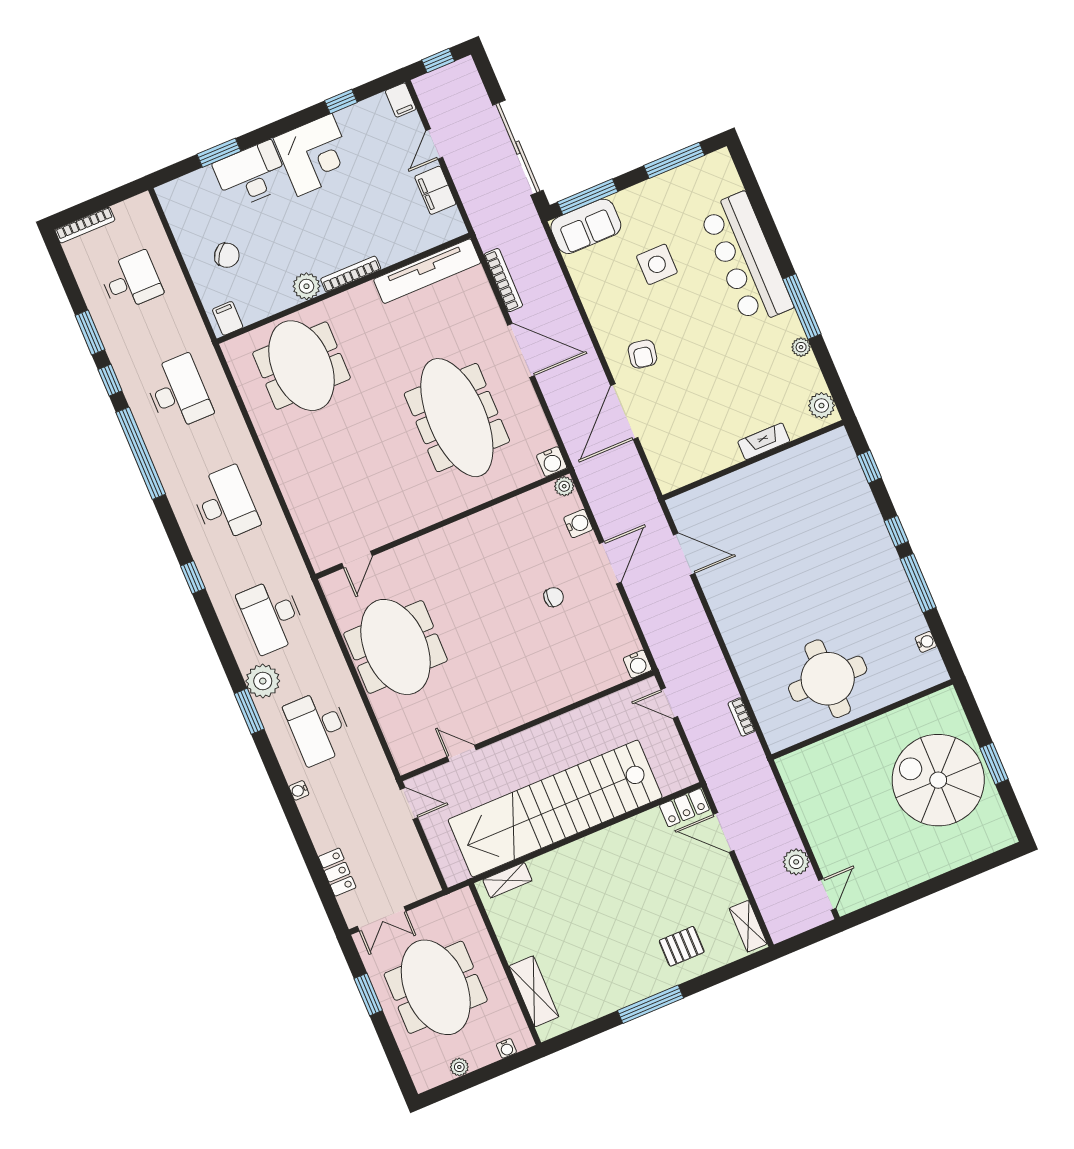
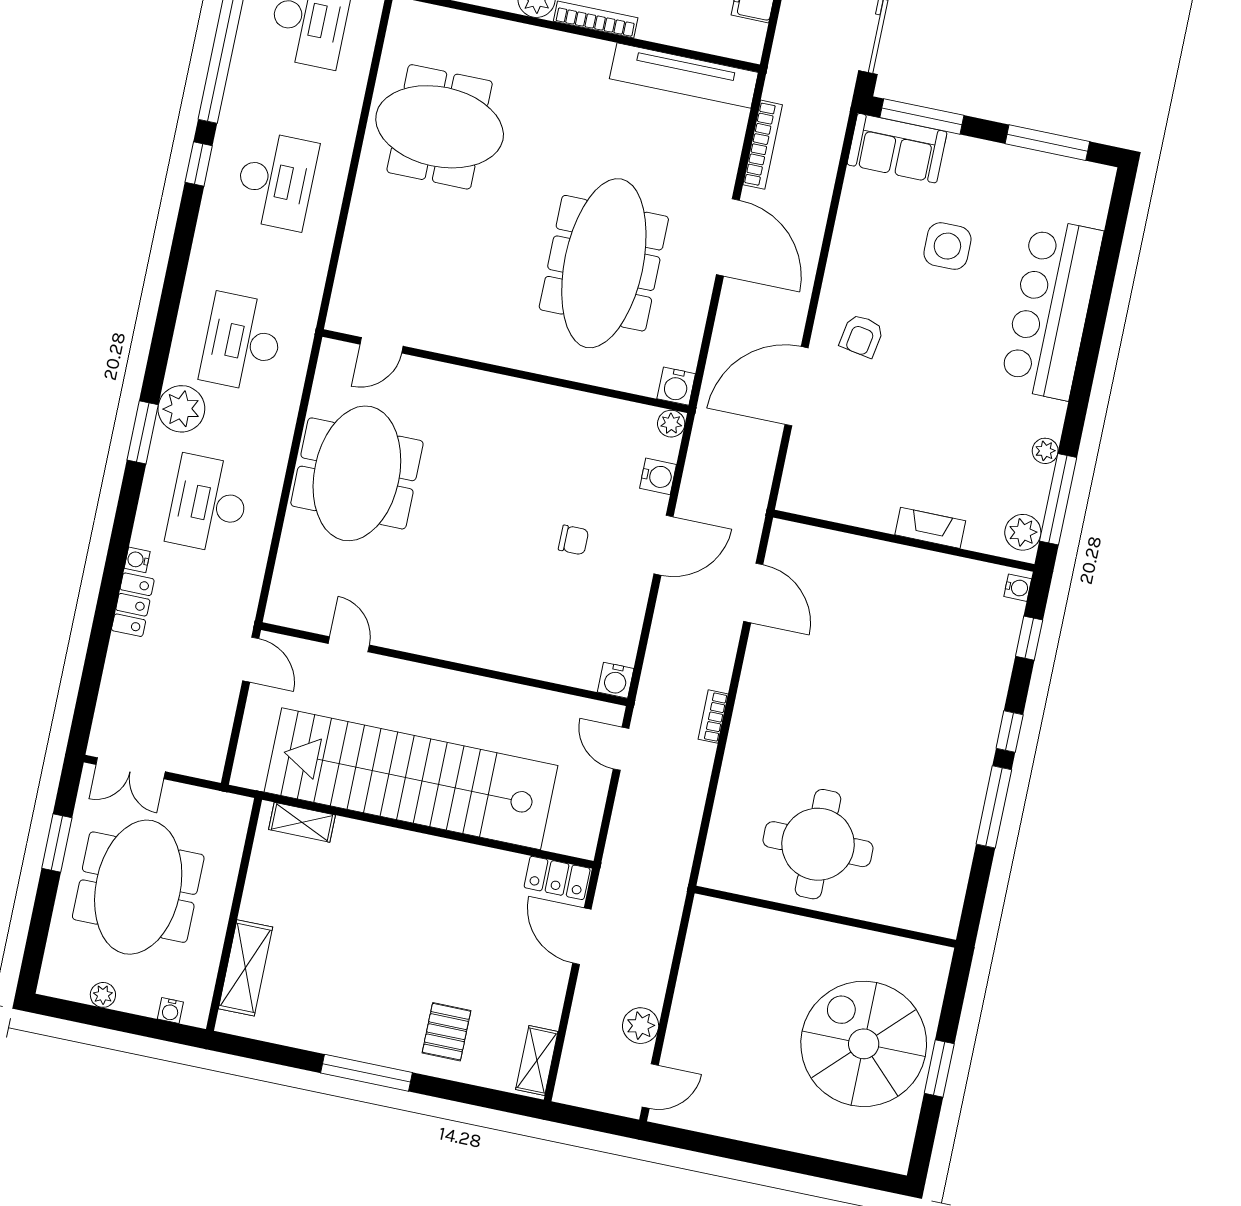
window: (802, 307) -> (1058, 499), moved
meeting table: (301, 366) -> (440, 127), moved, turned 90
window: (193, 577) -> (199, 164), moved
water cooler: (926, 642) -> (1018, 588), moved
bookcase: (741, 717) -> (713, 717), moved
locker: (337, 872) -> (133, 605), moved
pallet: (682, 946) -> (446, 1032), turned 90

